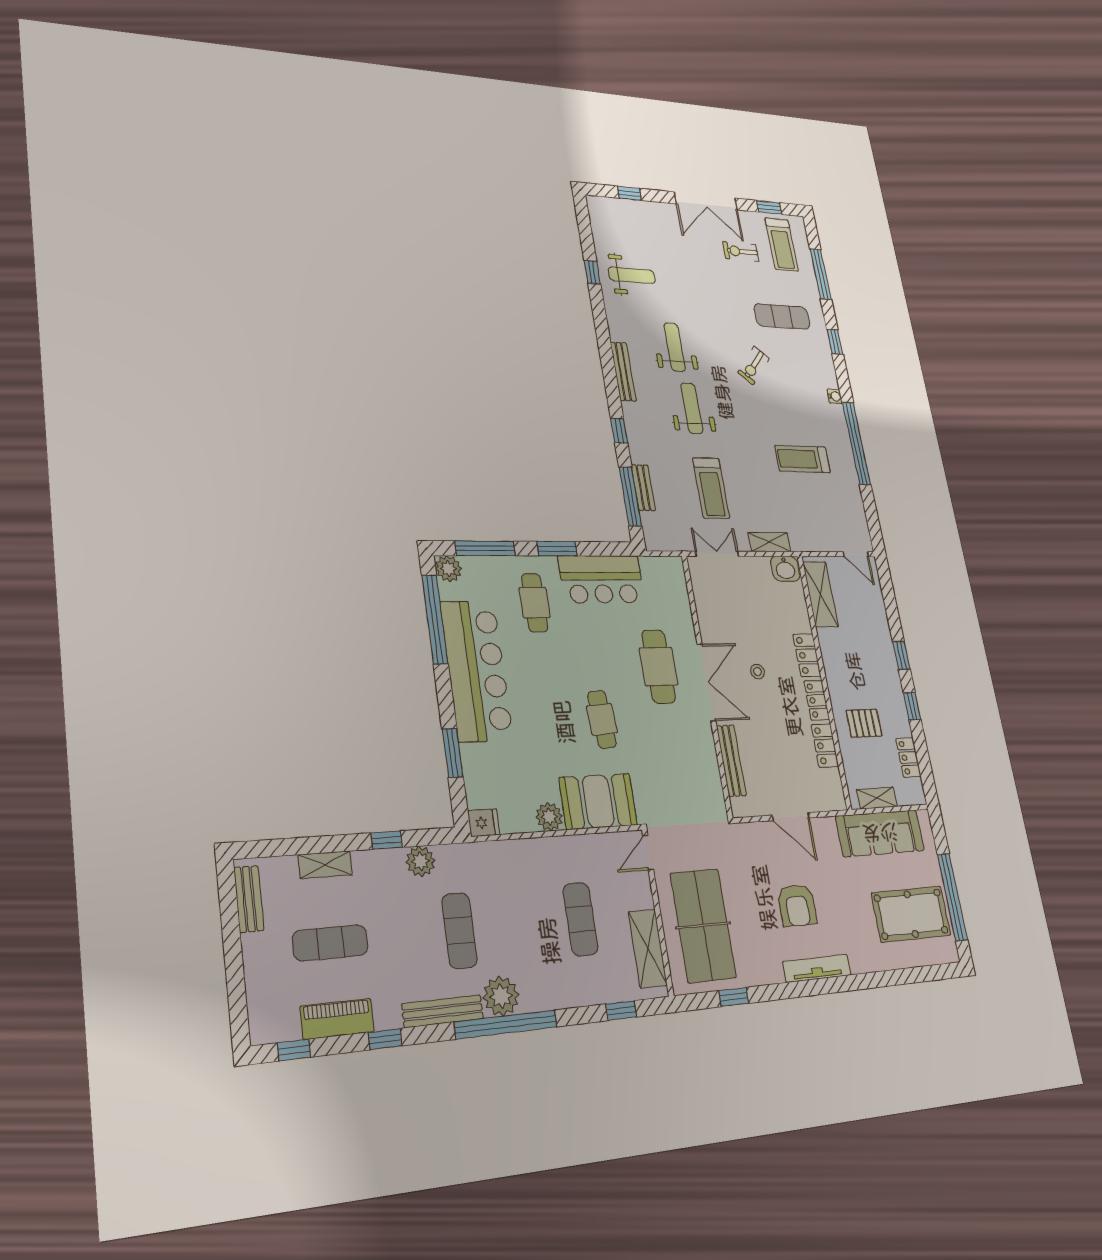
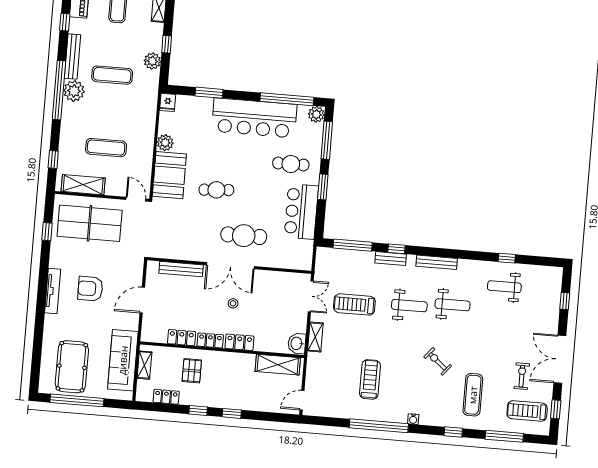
weight bench: (632, 275) -> (504, 287), turned 90
bench: (643, 488) -> (391, 259), moved

